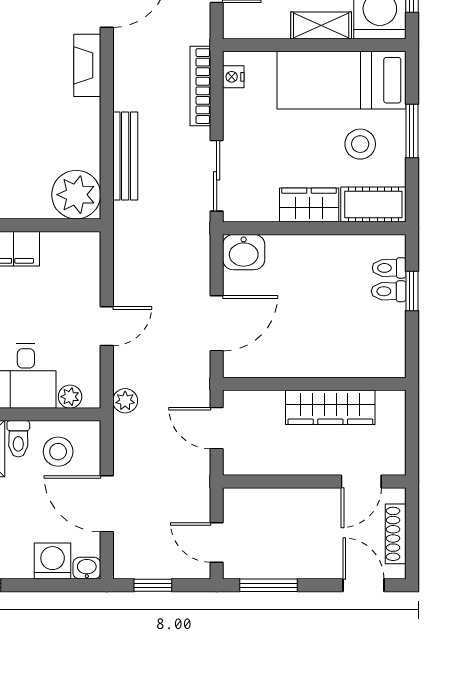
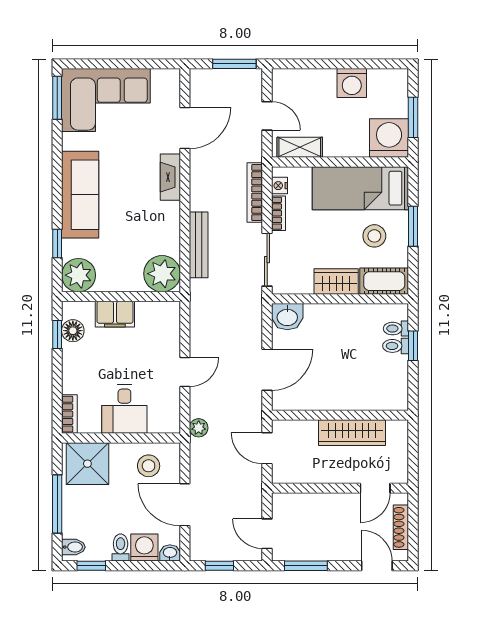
shelving: (321, 25) -> (300, 147), moved
bookcase: (232, 114) -> (279, 213), added
plant: (70, 397) -> (157, 425), removed
toilet: (18, 439) -> (121, 547), moved, turned 180

